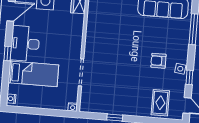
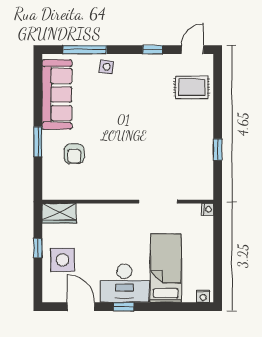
window: (8, 54) -> (124, 307), moved
armchair: (158, 61) -> (74, 154), moved
side table: (180, 69) -> (107, 67), moved

